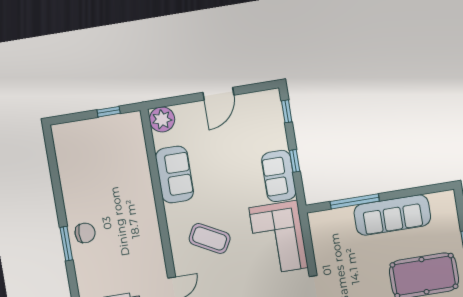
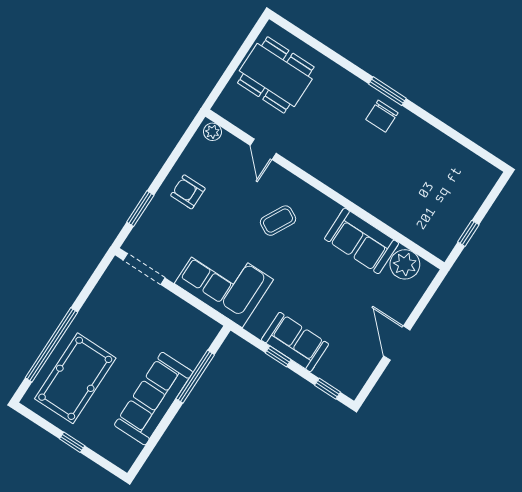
plant: (162, 119) -> (405, 264), moved
sofa: (279, 176) -> (295, 342), moved
coffee table: (210, 238) -> (278, 221), width x0.73, depth x0.77

